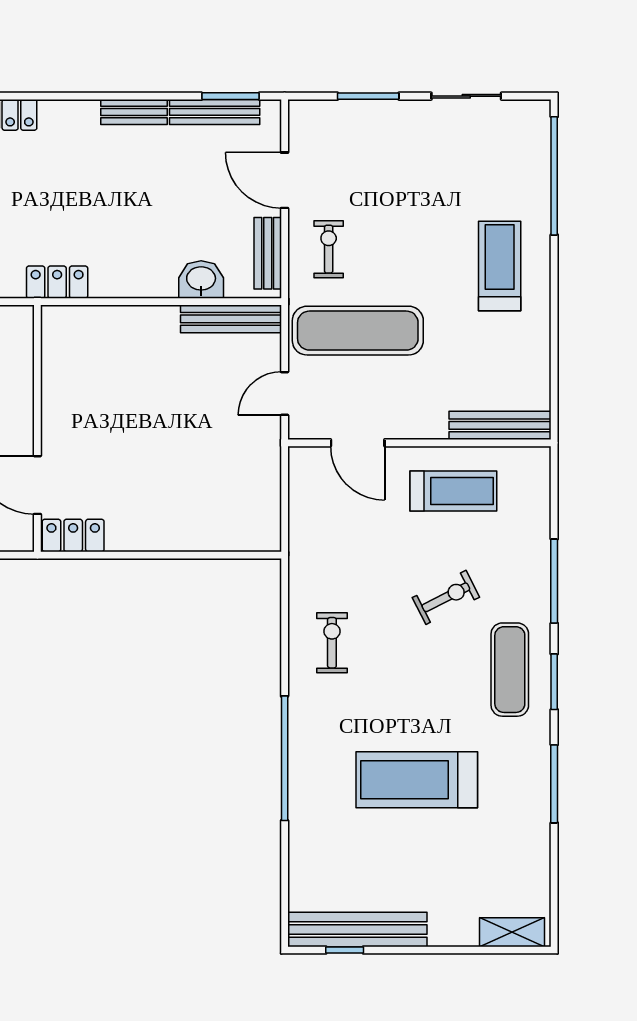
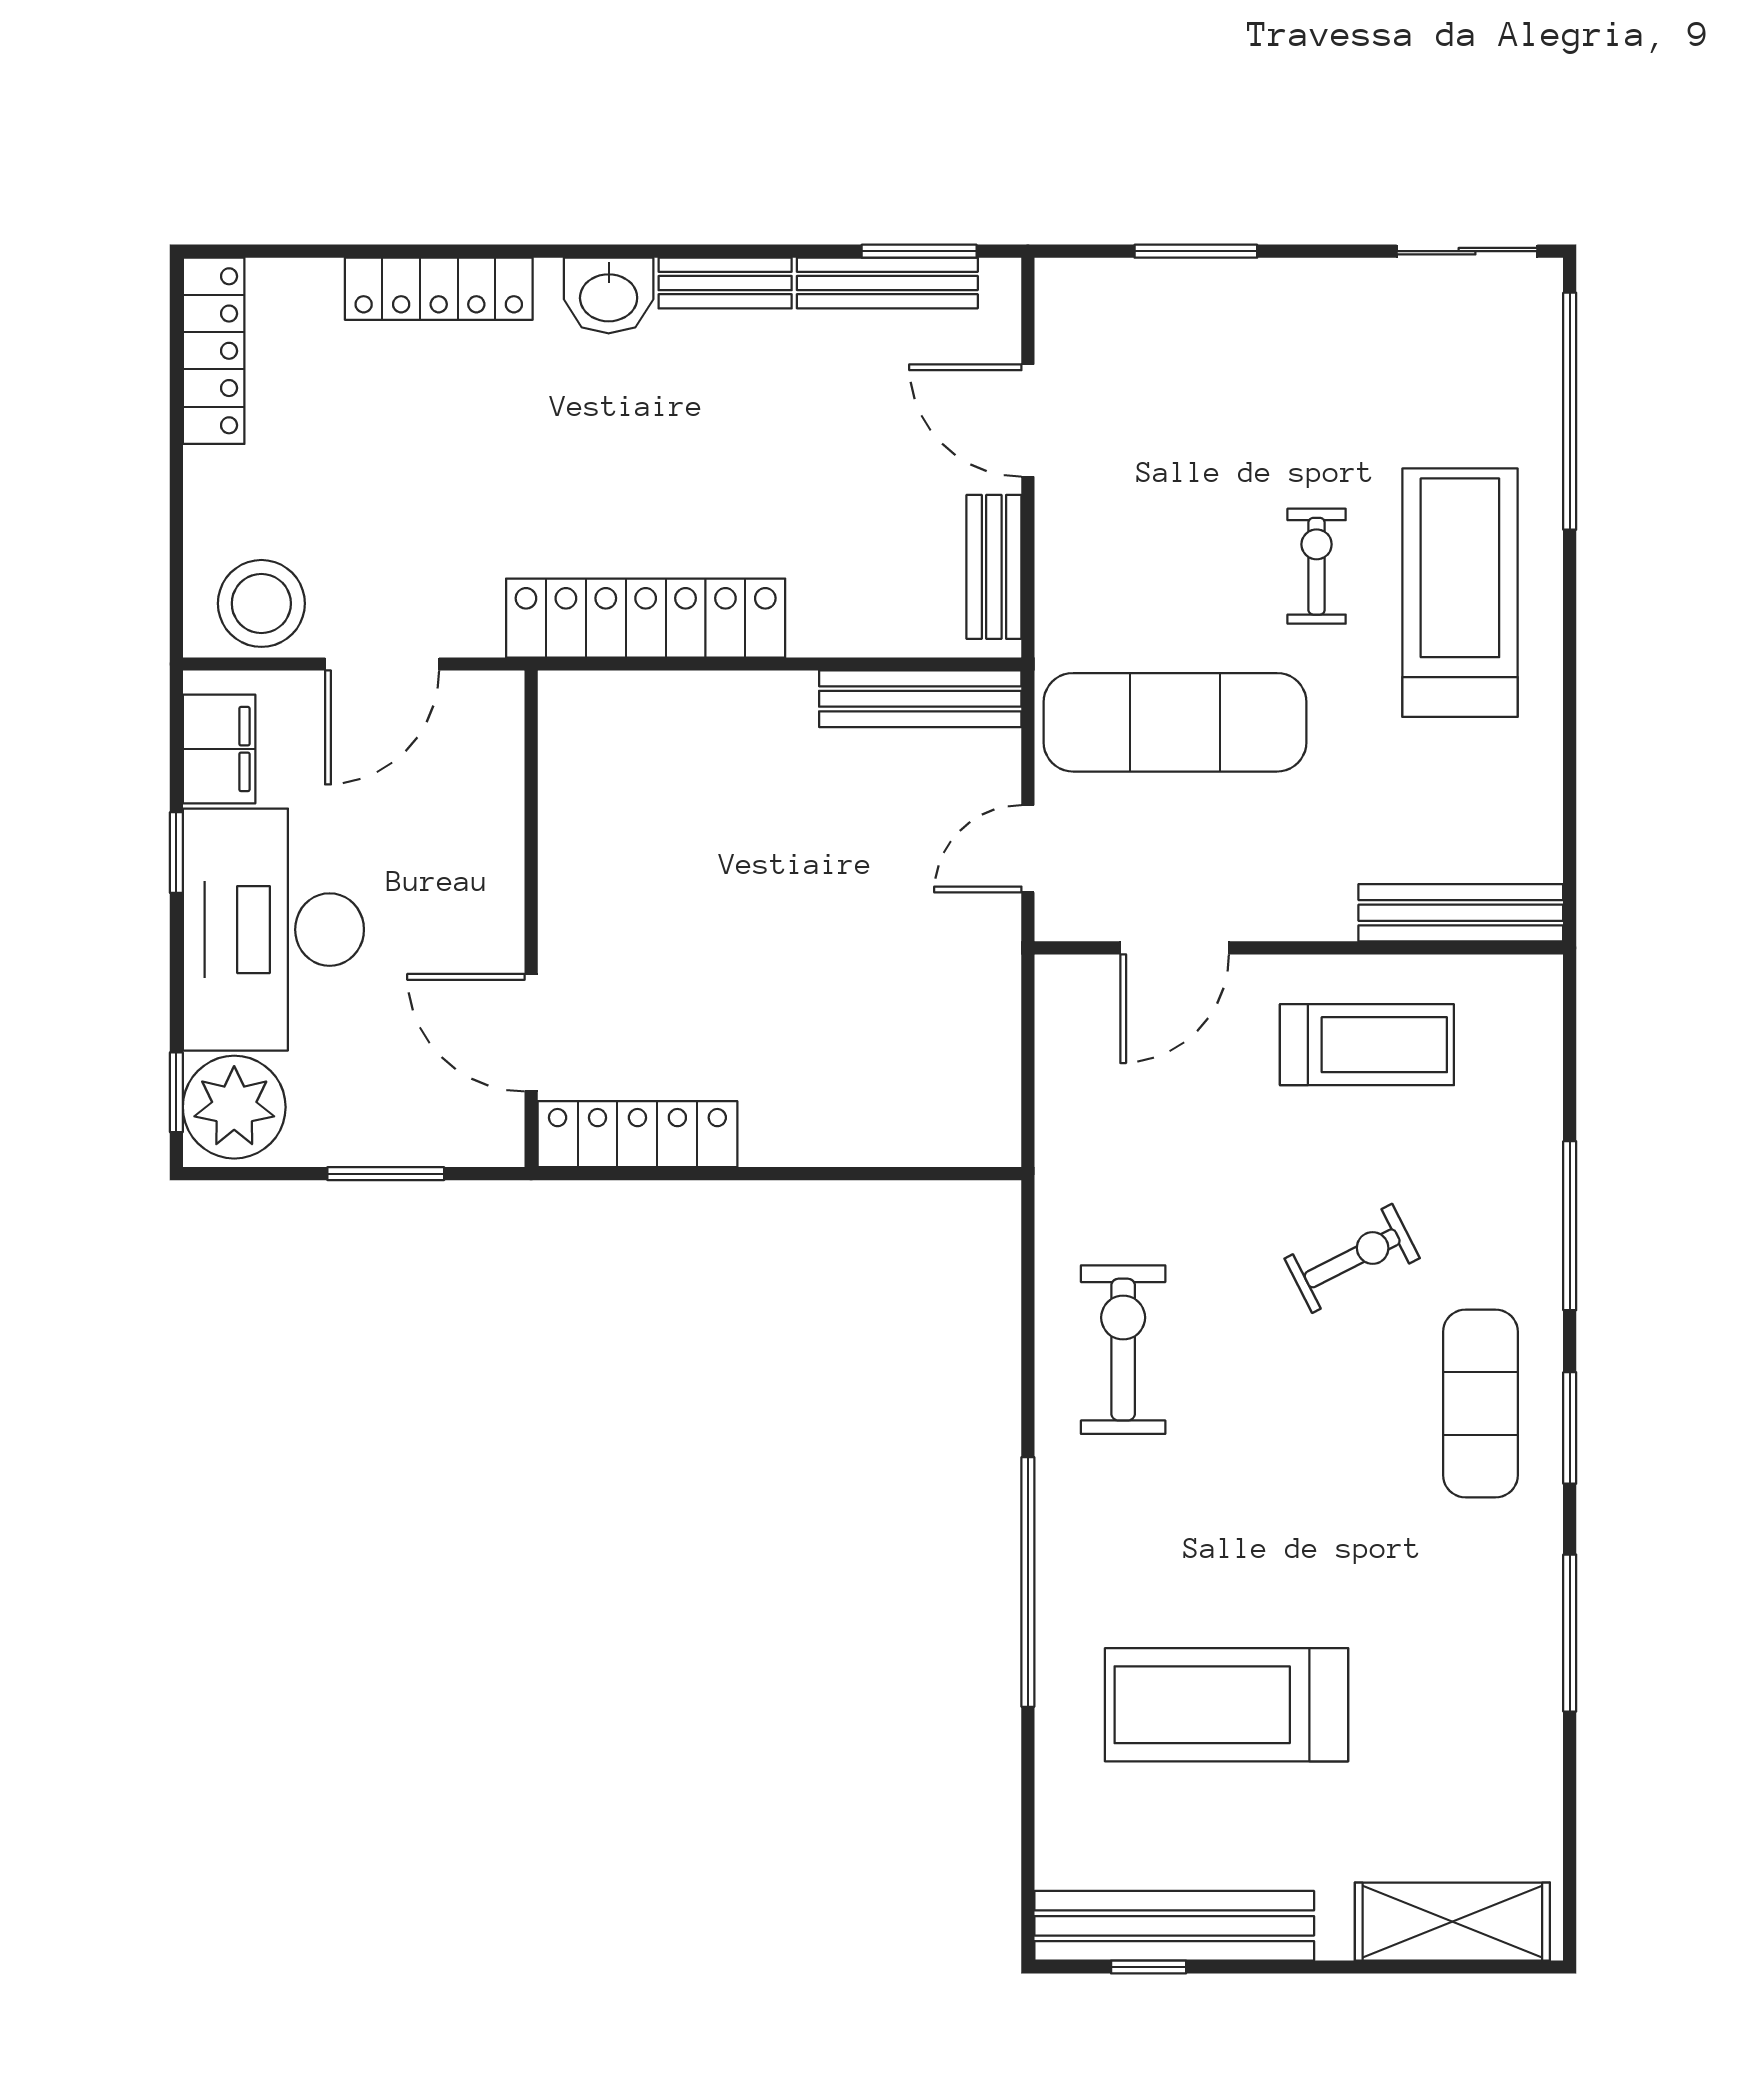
sliding door: (466, 96) -> (1467, 251), moved
exercise bike: (329, 249) -> (1317, 566), moved
treadmill: (500, 266) -> (1460, 593), width x1.37, depth x1.38
washbasin: (201, 280) -> (609, 296), moved, turned 180
locker: (57, 282) -> (646, 618), width x2.16, depth x1.21
door: (358, 443) -> (1175, 948), hinge flipped
locker: (73, 536) -> (637, 1134), width x1.53
exercise bike: (332, 643) -> (1123, 1350), width x1.38, depth x1.39
treadmill: (417, 780) -> (1227, 1705), moved
shelving: (512, 932) -> (1452, 1922), width x1.50, depth x1.33

